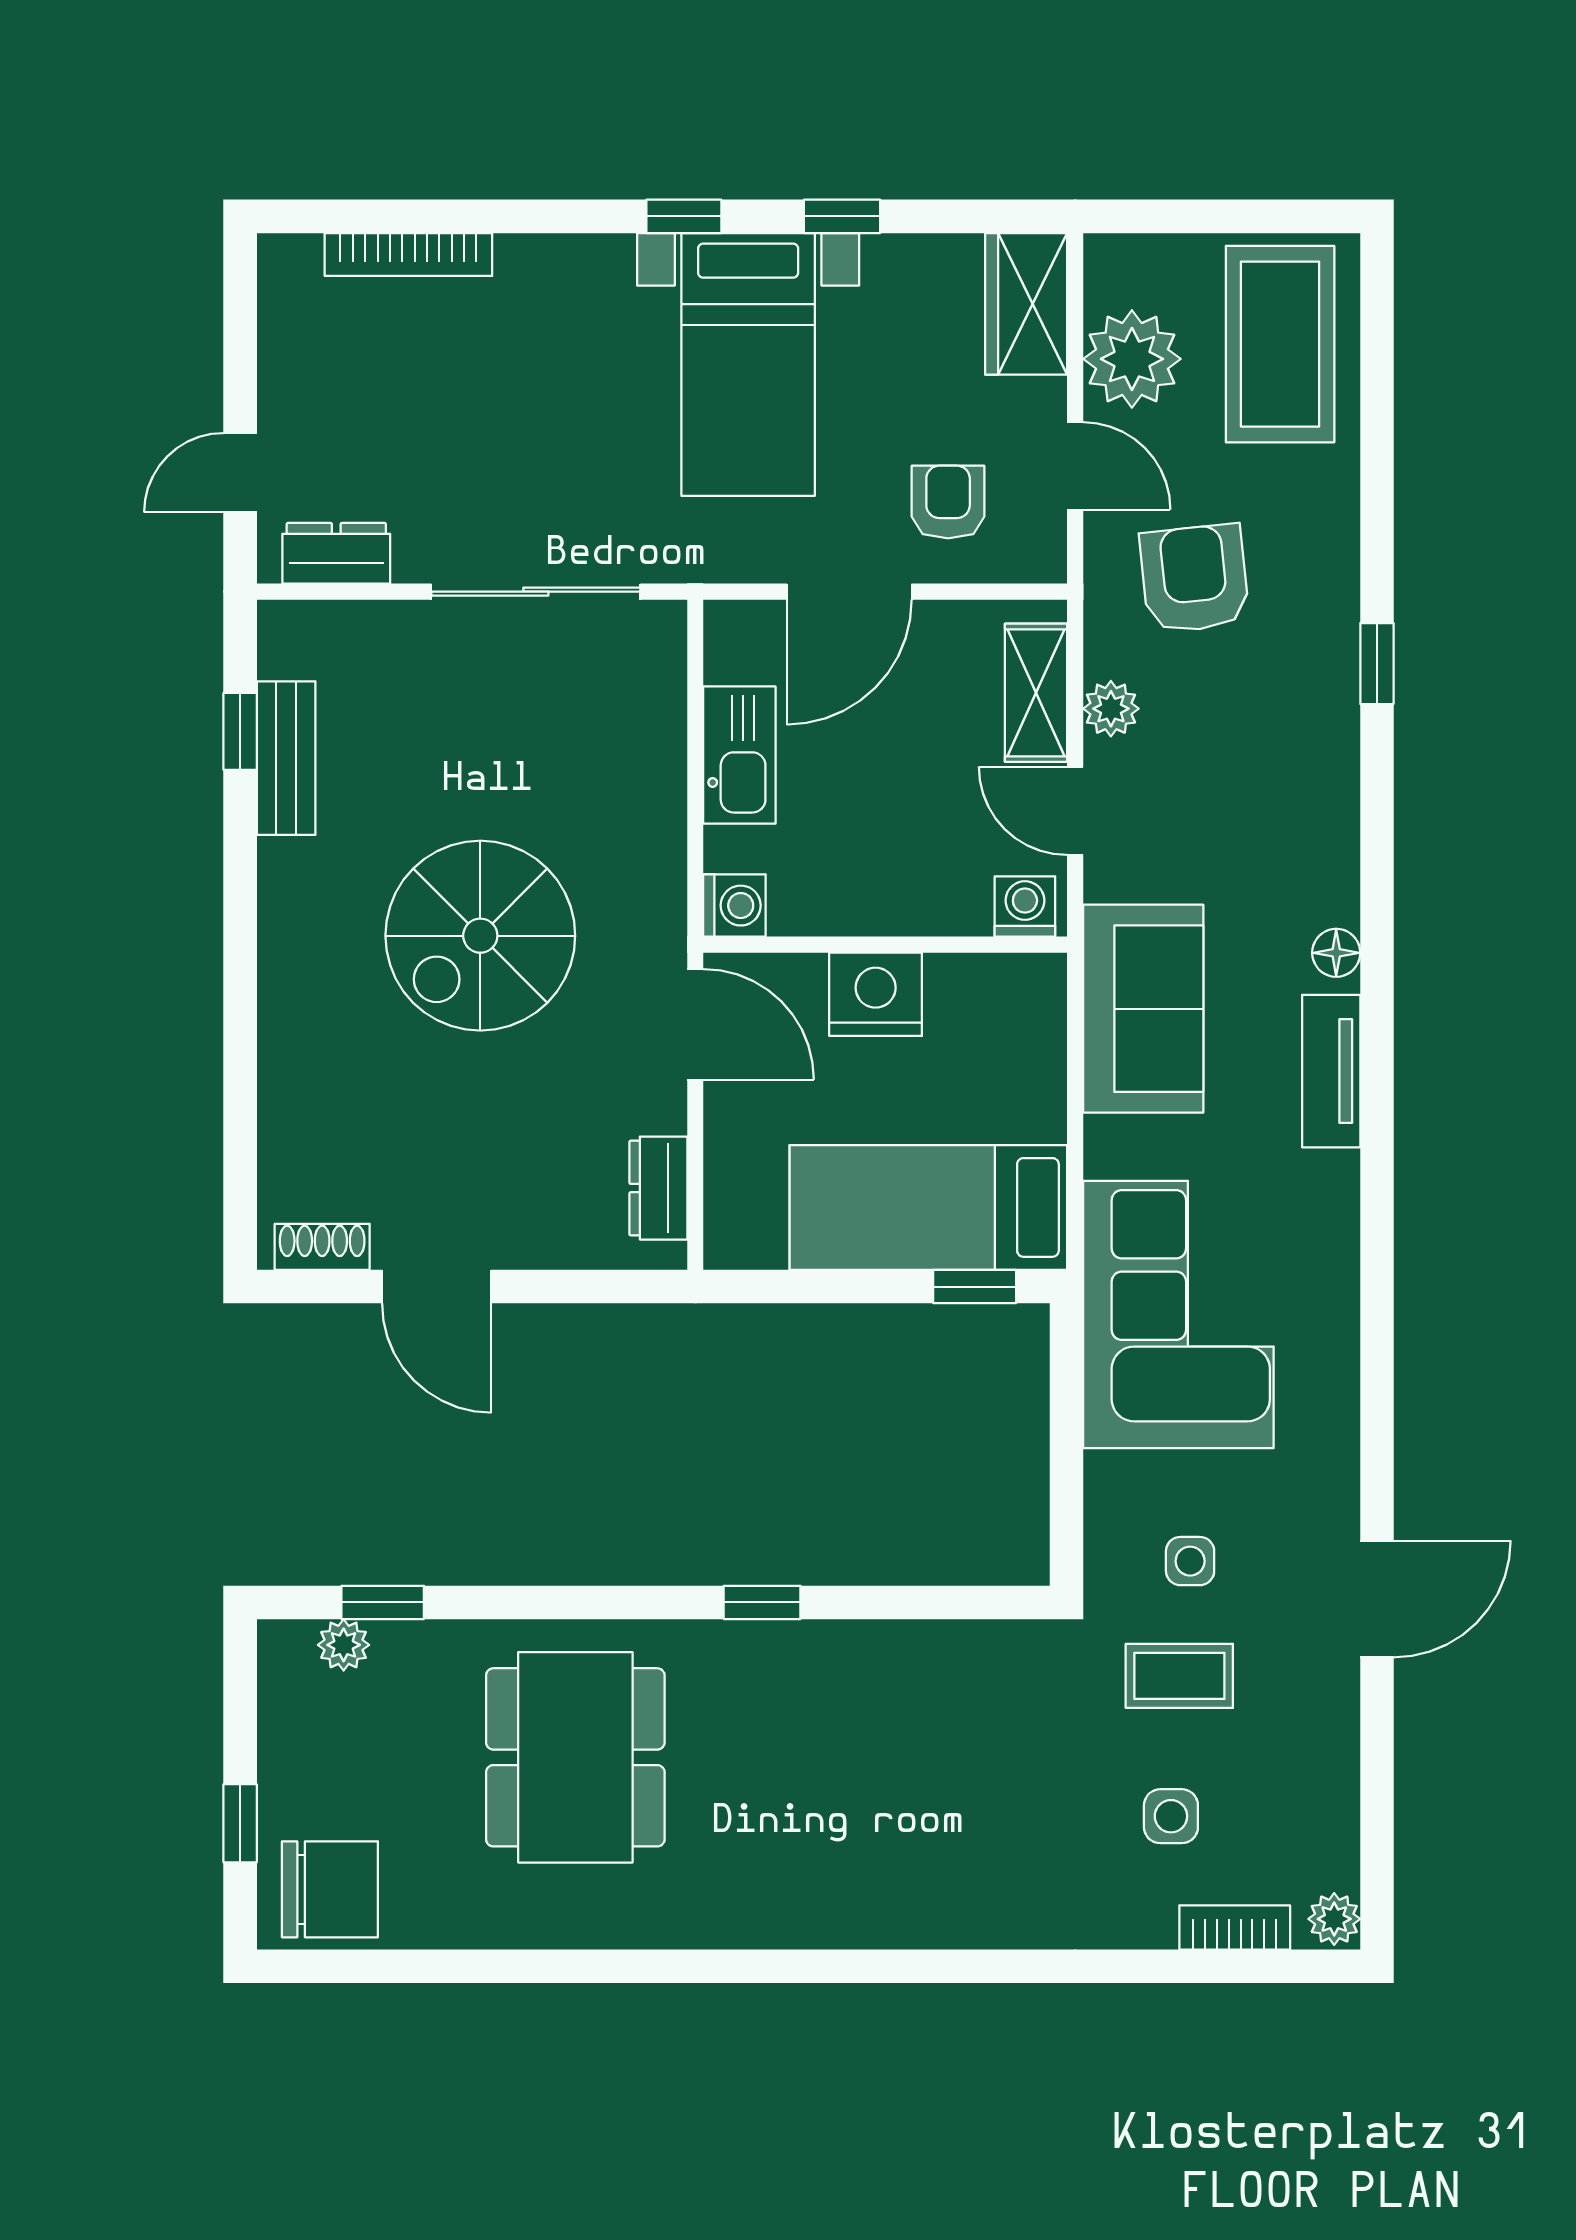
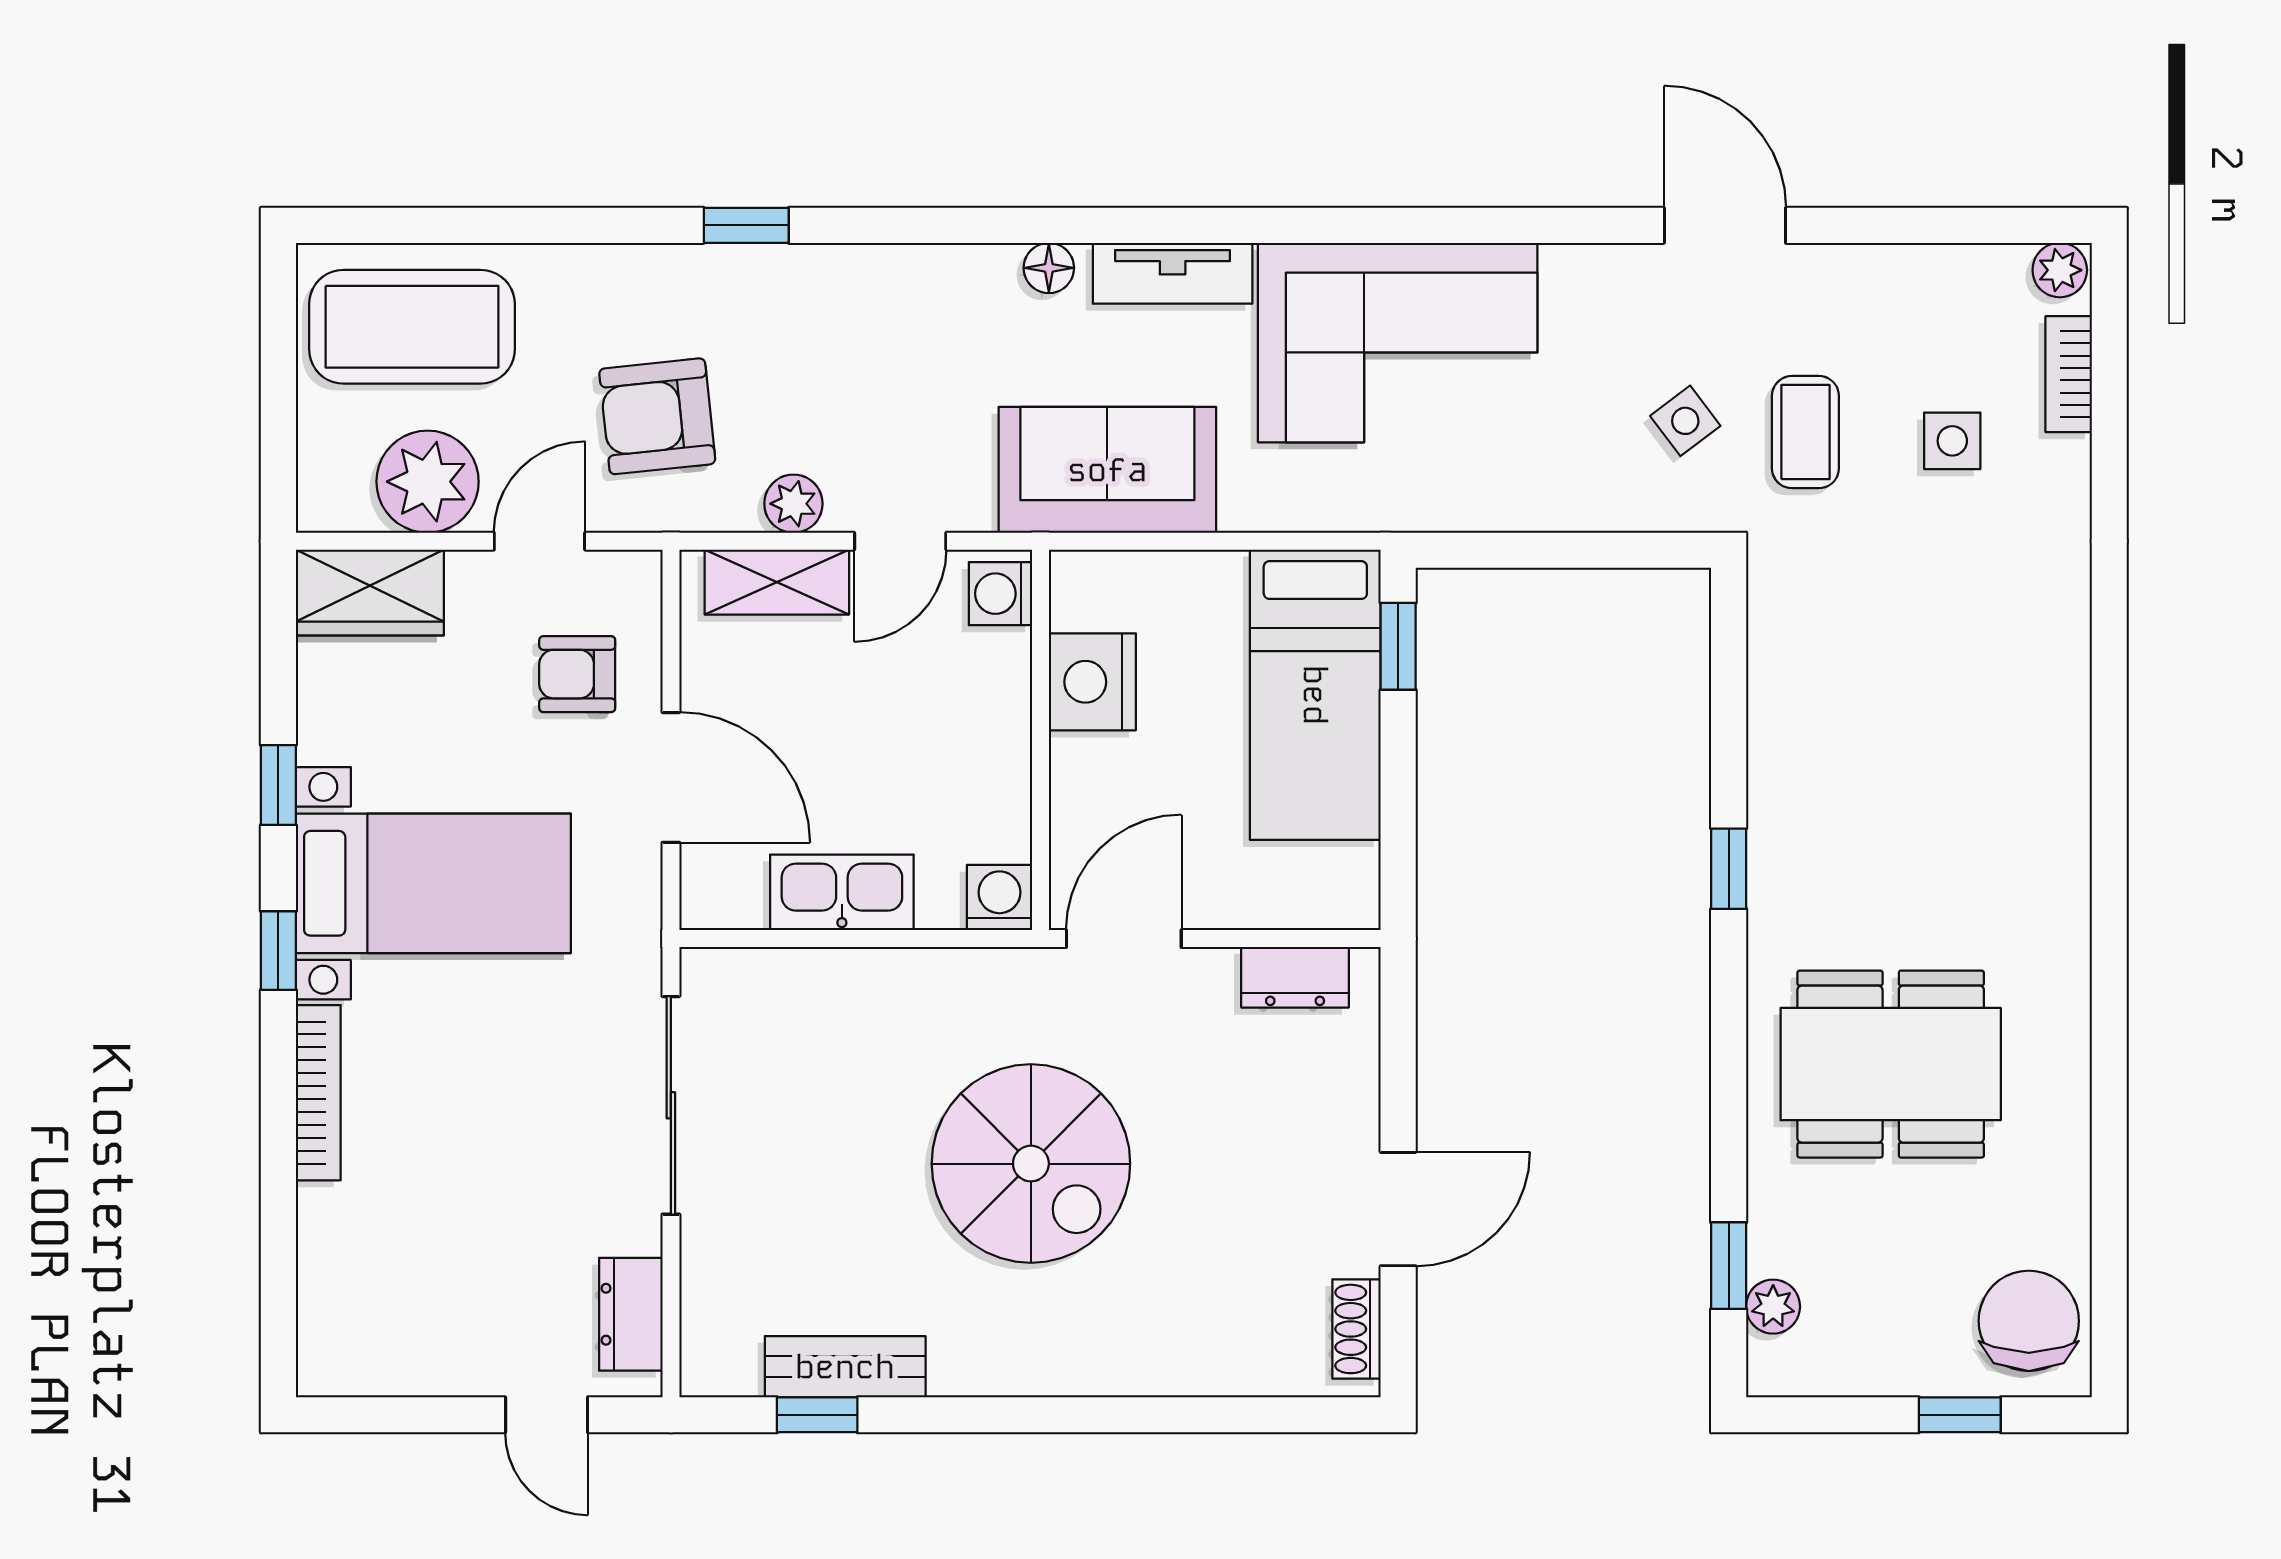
bookcase: (408, 254) -> (318, 1093), moved
nightstand: (876, 994) -> (1092, 682), moved
corner sofa: (1178, 1314) -> (1398, 343), moved, turned 180
side table: (1190, 1561) -> (1685, 421), turned -37

